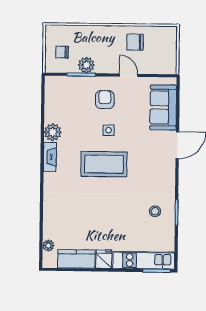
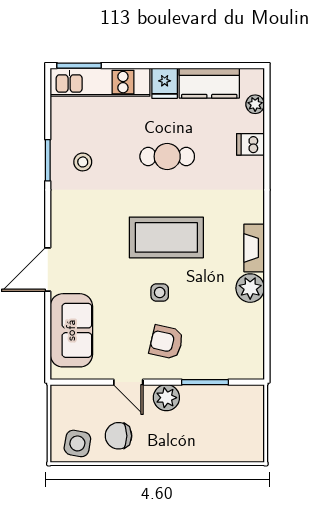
side table: (160, 38) -> (77, 443), added
chair: (135, 42) -> (118, 436), turned 180
chair: (62, 52) -> (237, 418), removed
plant: (86, 65) -> (166, 398), moved
armchair: (105, 100) -> (166, 342), turned 103
cafe table: (103, 214) -> (167, 156), added
dishwasher: (51, 221) -> (251, 144), added

